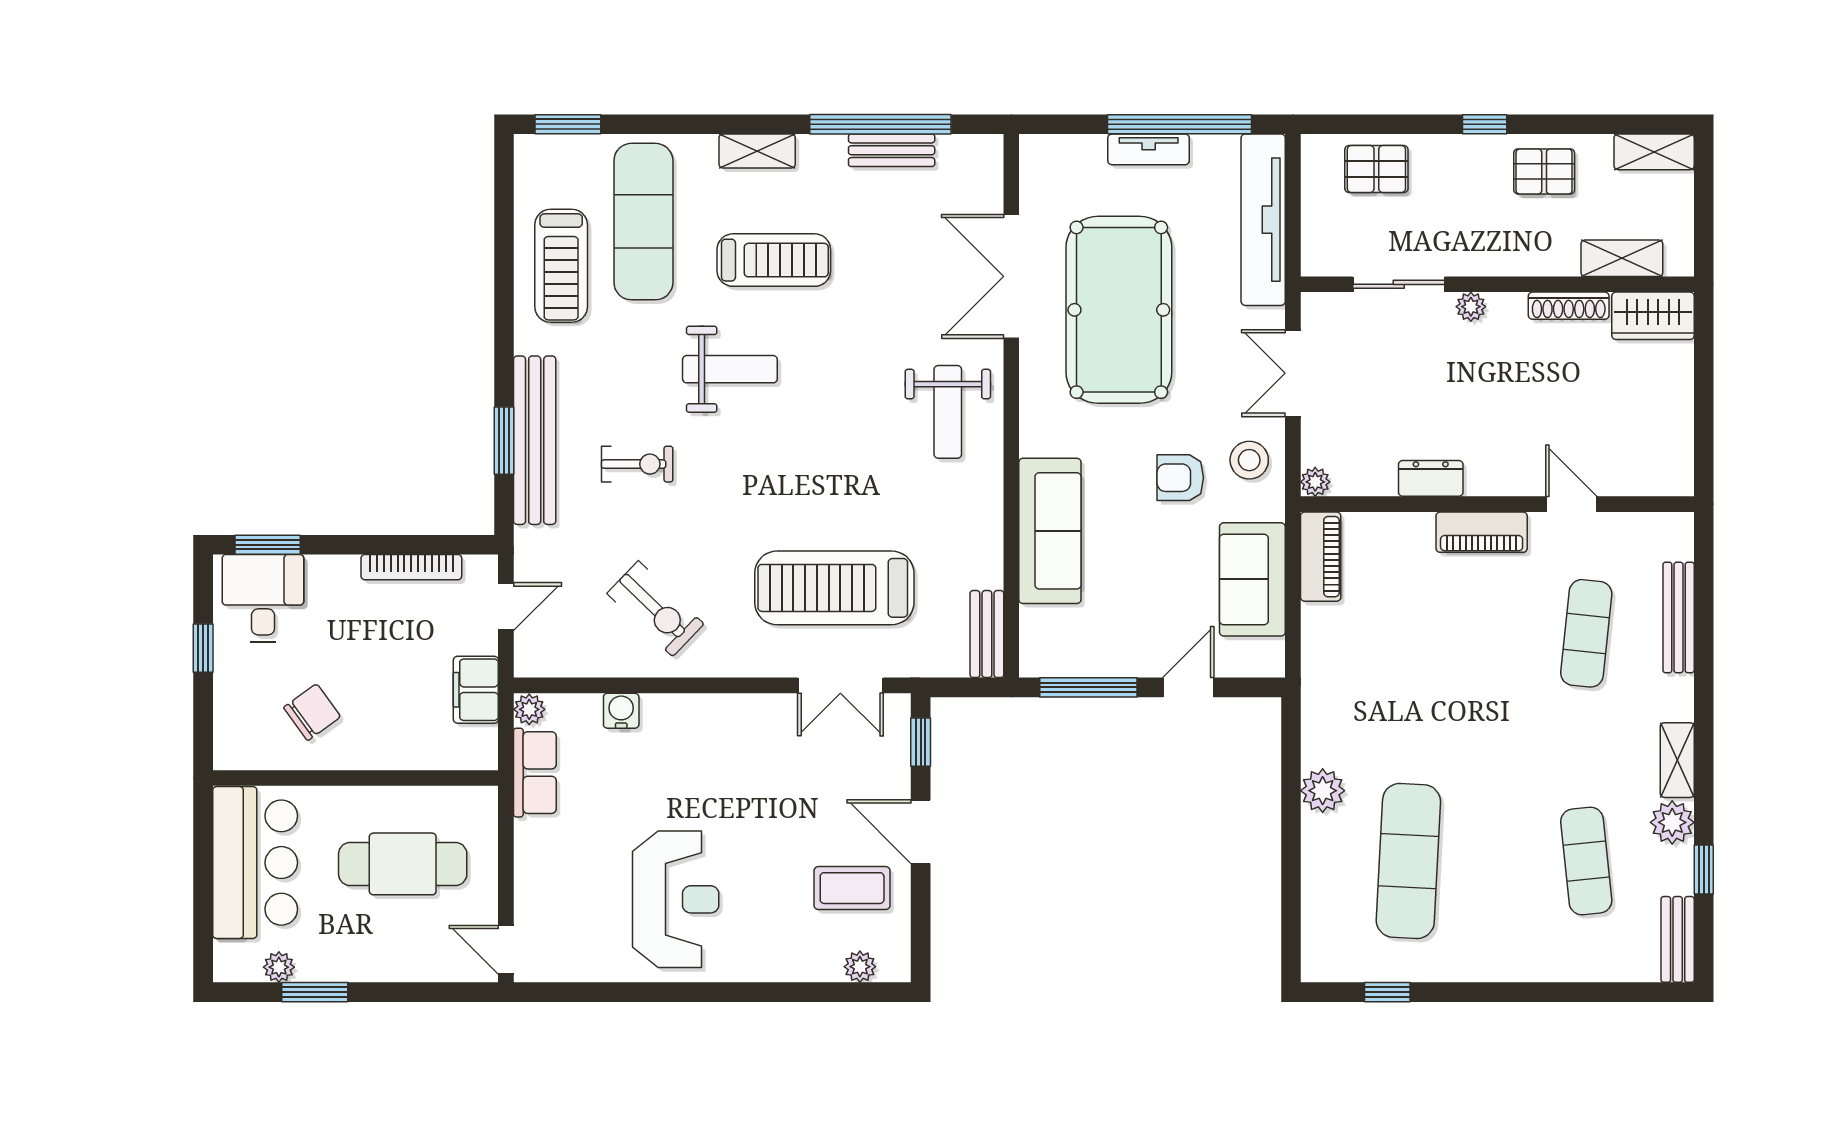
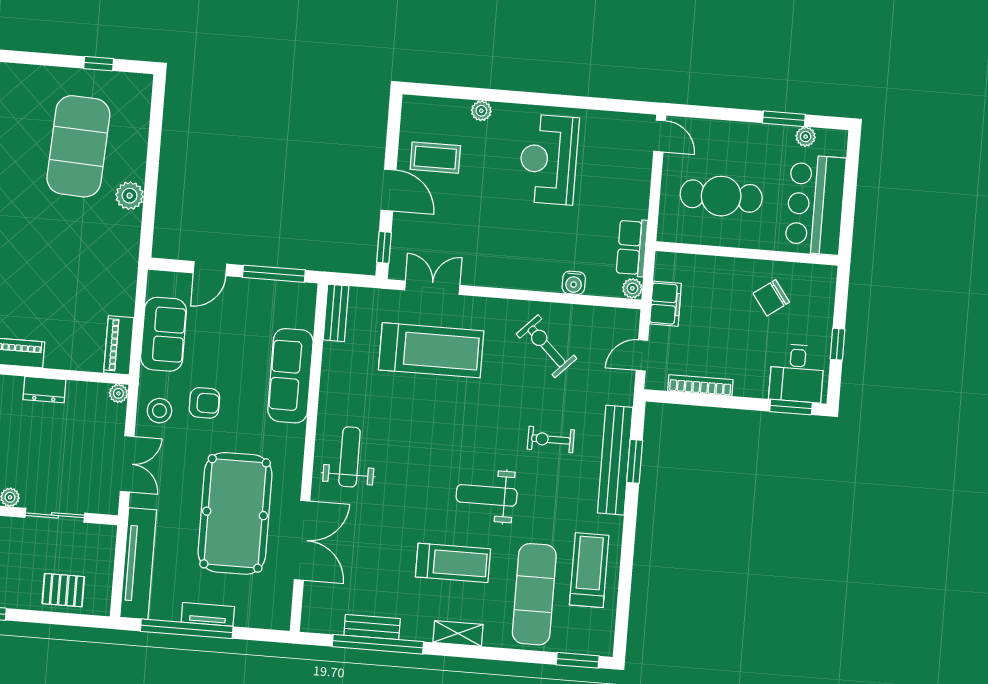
treadmill: (774, 260) -> (453, 563), turned 180
exercise mat: (1408, 861) -> (78, 146), width x1.47
plant: (860, 967) -> (481, 111), moved

